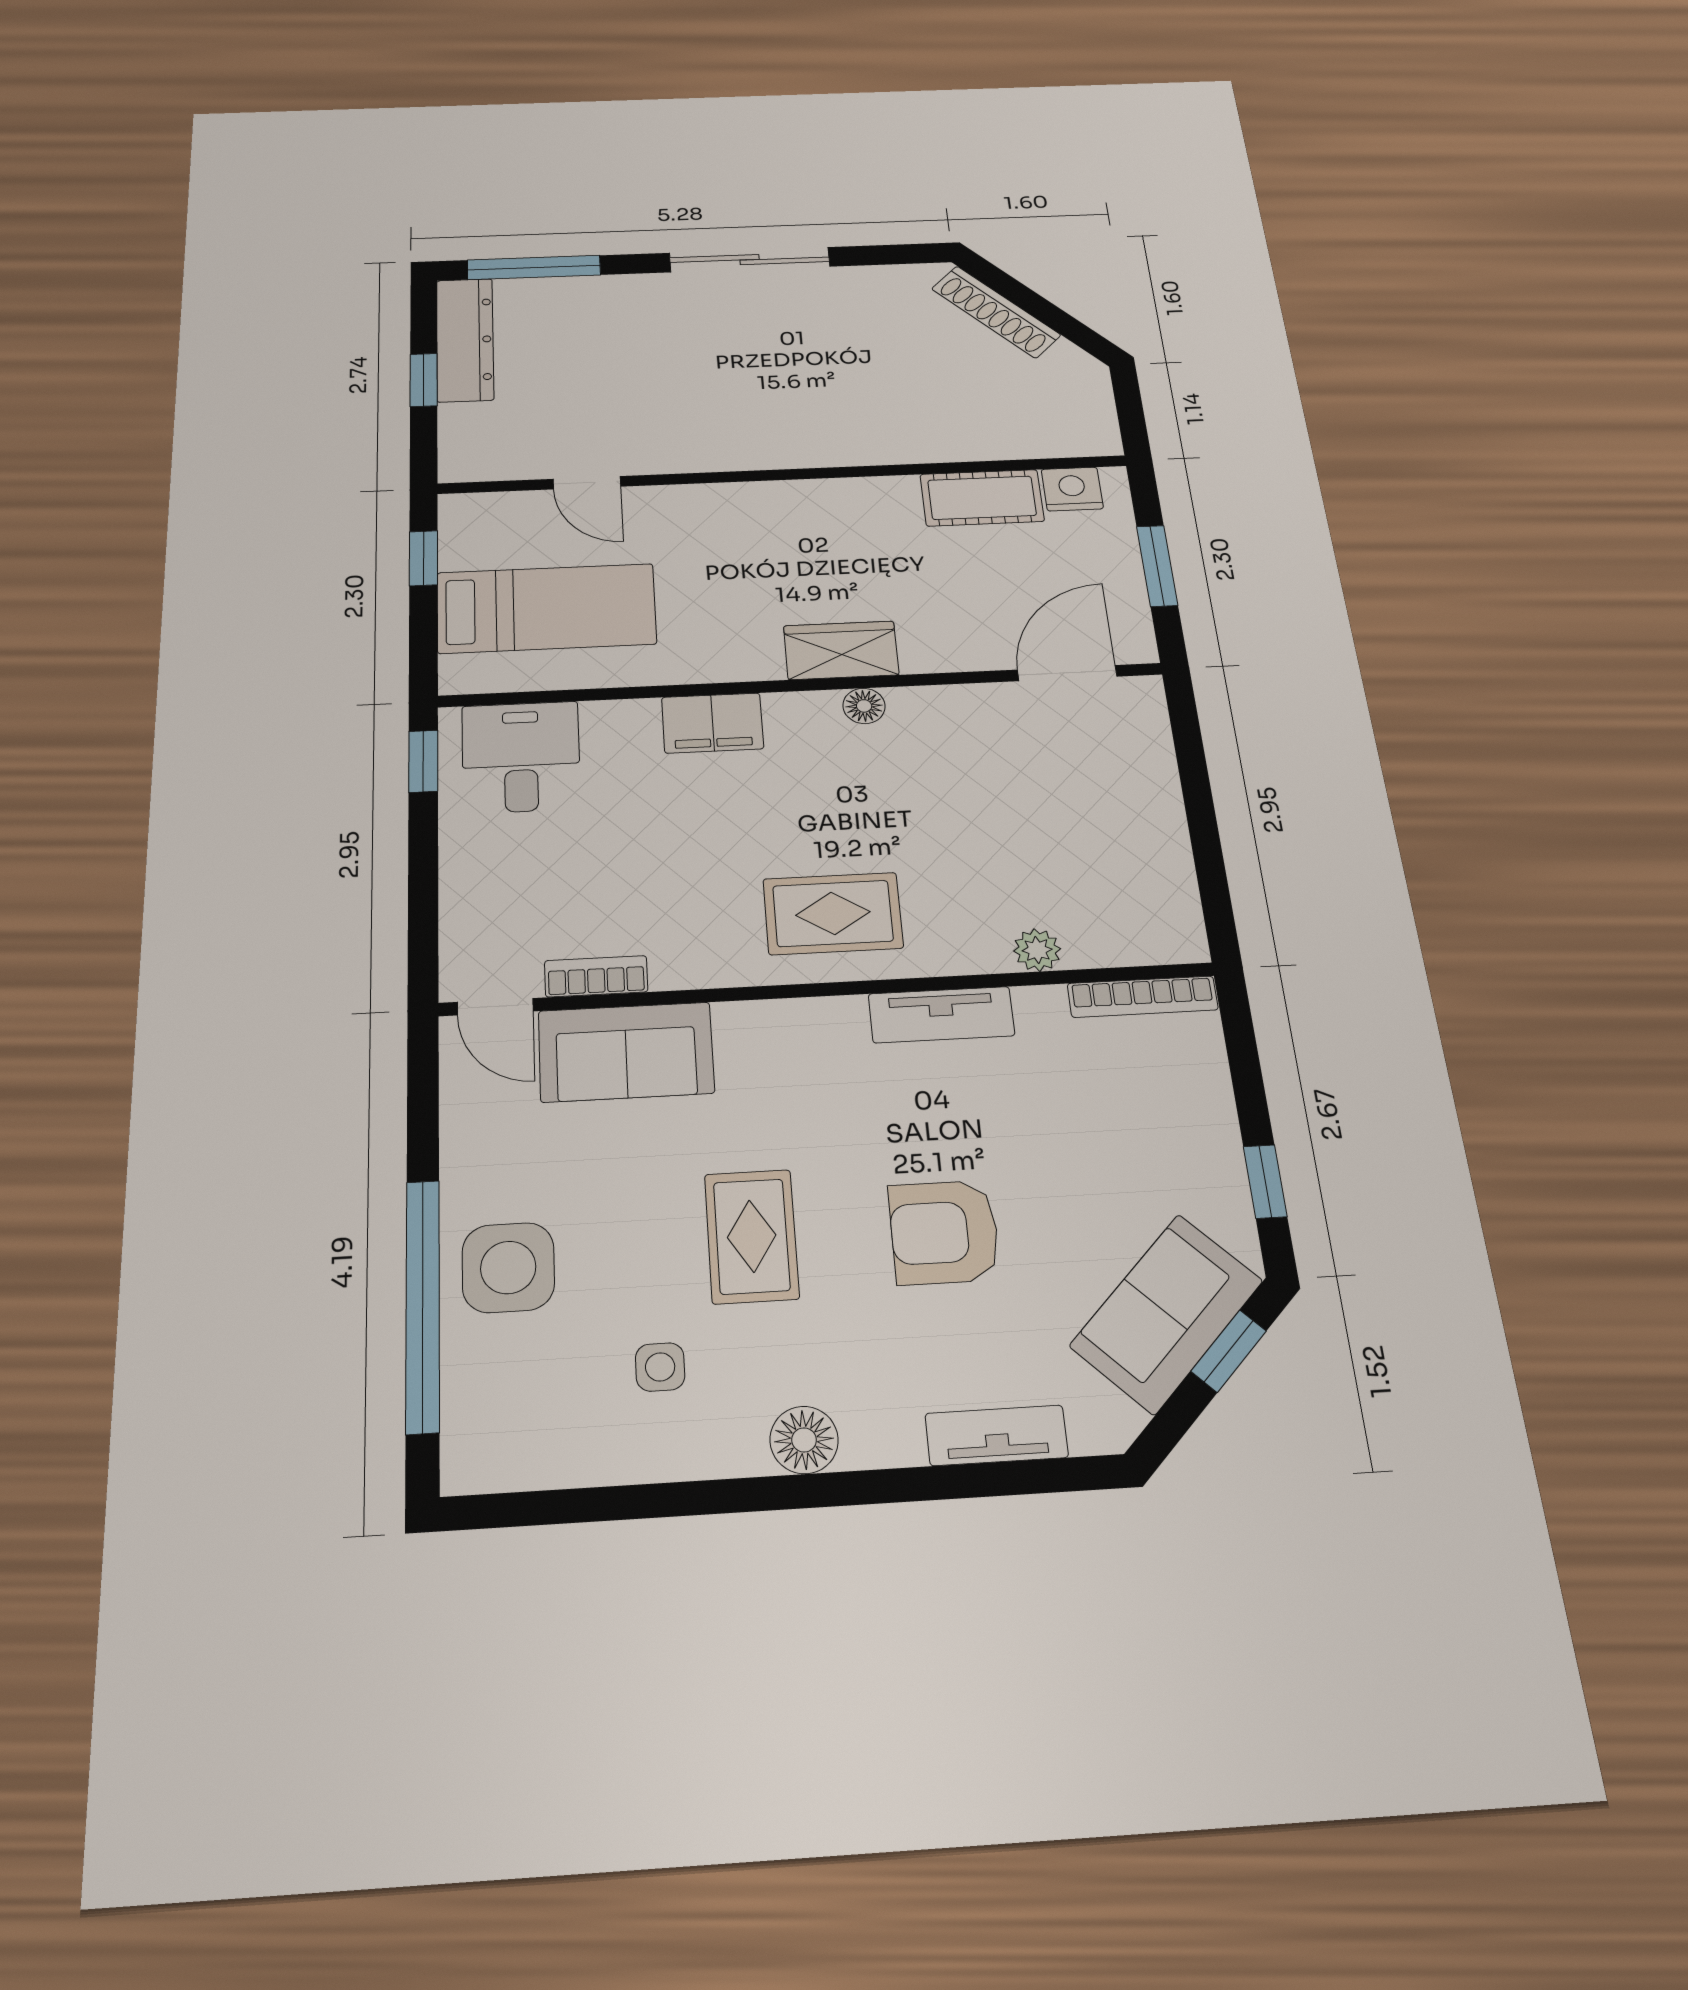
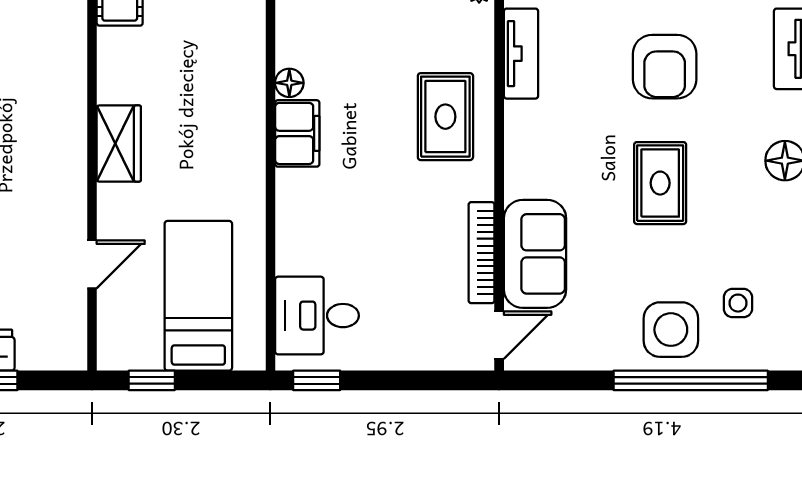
wardrobe: (841, 650) -> (119, 144), moved, turned 180
filing cabinet: (712, 723) -> (297, 133), moved
bookcase: (596, 976) -> (482, 253), width x1.56
rug: (752, 1236) -> (660, 183), turned 90
side table: (660, 1367) -> (738, 303), moved

